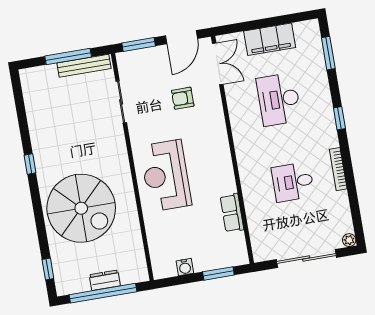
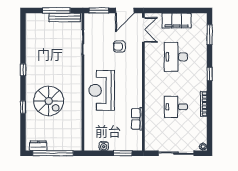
spiral stairs: (81, 208) -> (49, 101), width x0.73, depth x0.73
window: (48, 269) -> (23, 107), moved
dresser: (105, 280) -> (38, 146), moved

